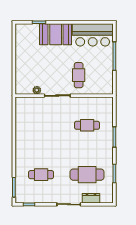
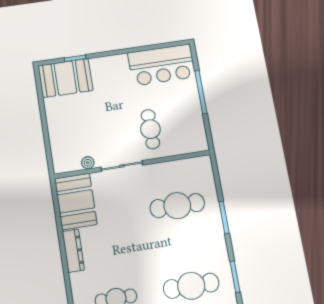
booth: (56, 34) -> (65, 78), moved
booth: (26, 113) -> (76, 201), added
cafe table: (87, 125) -> (177, 206), width x1.37, depth x1.35
dresser: (20, 142) -> (73, 251), added

